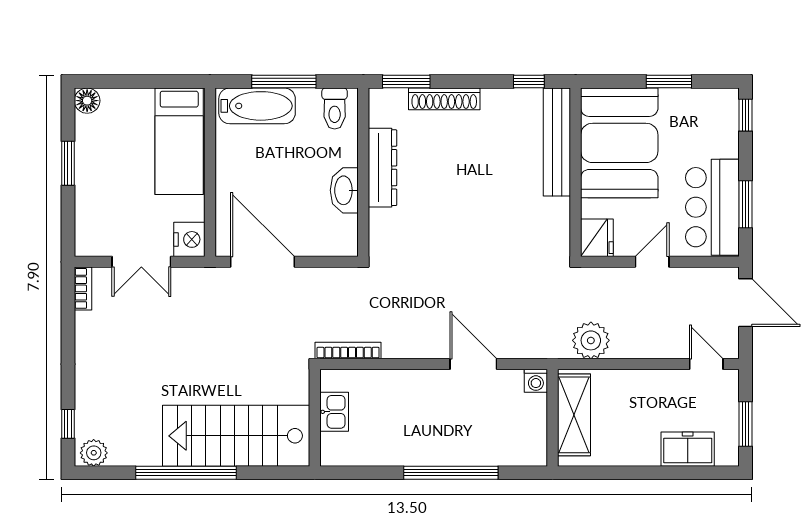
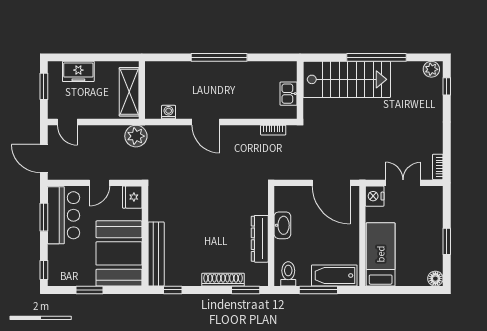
bookcase: (348, 351) -> (273, 130), width x0.64
shelving: (574, 415) -> (129, 92), moved
wall: (553, 418) -> (142, 90), moved

